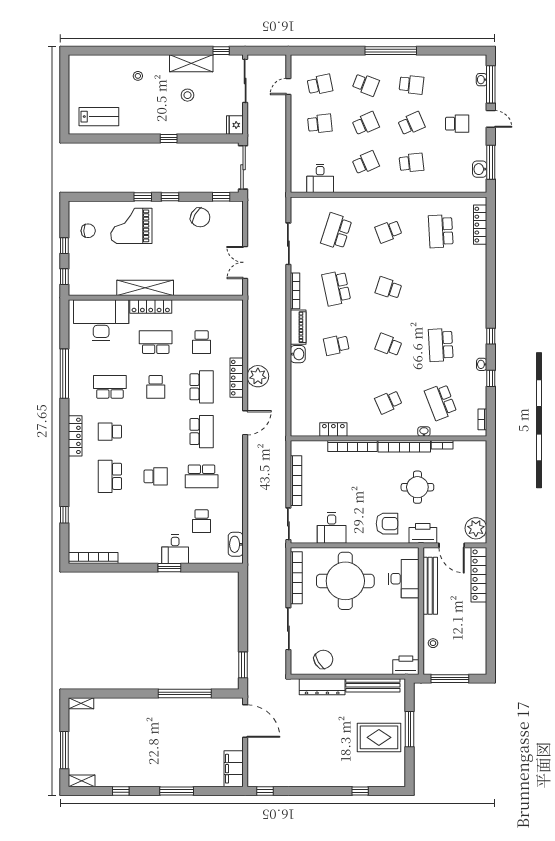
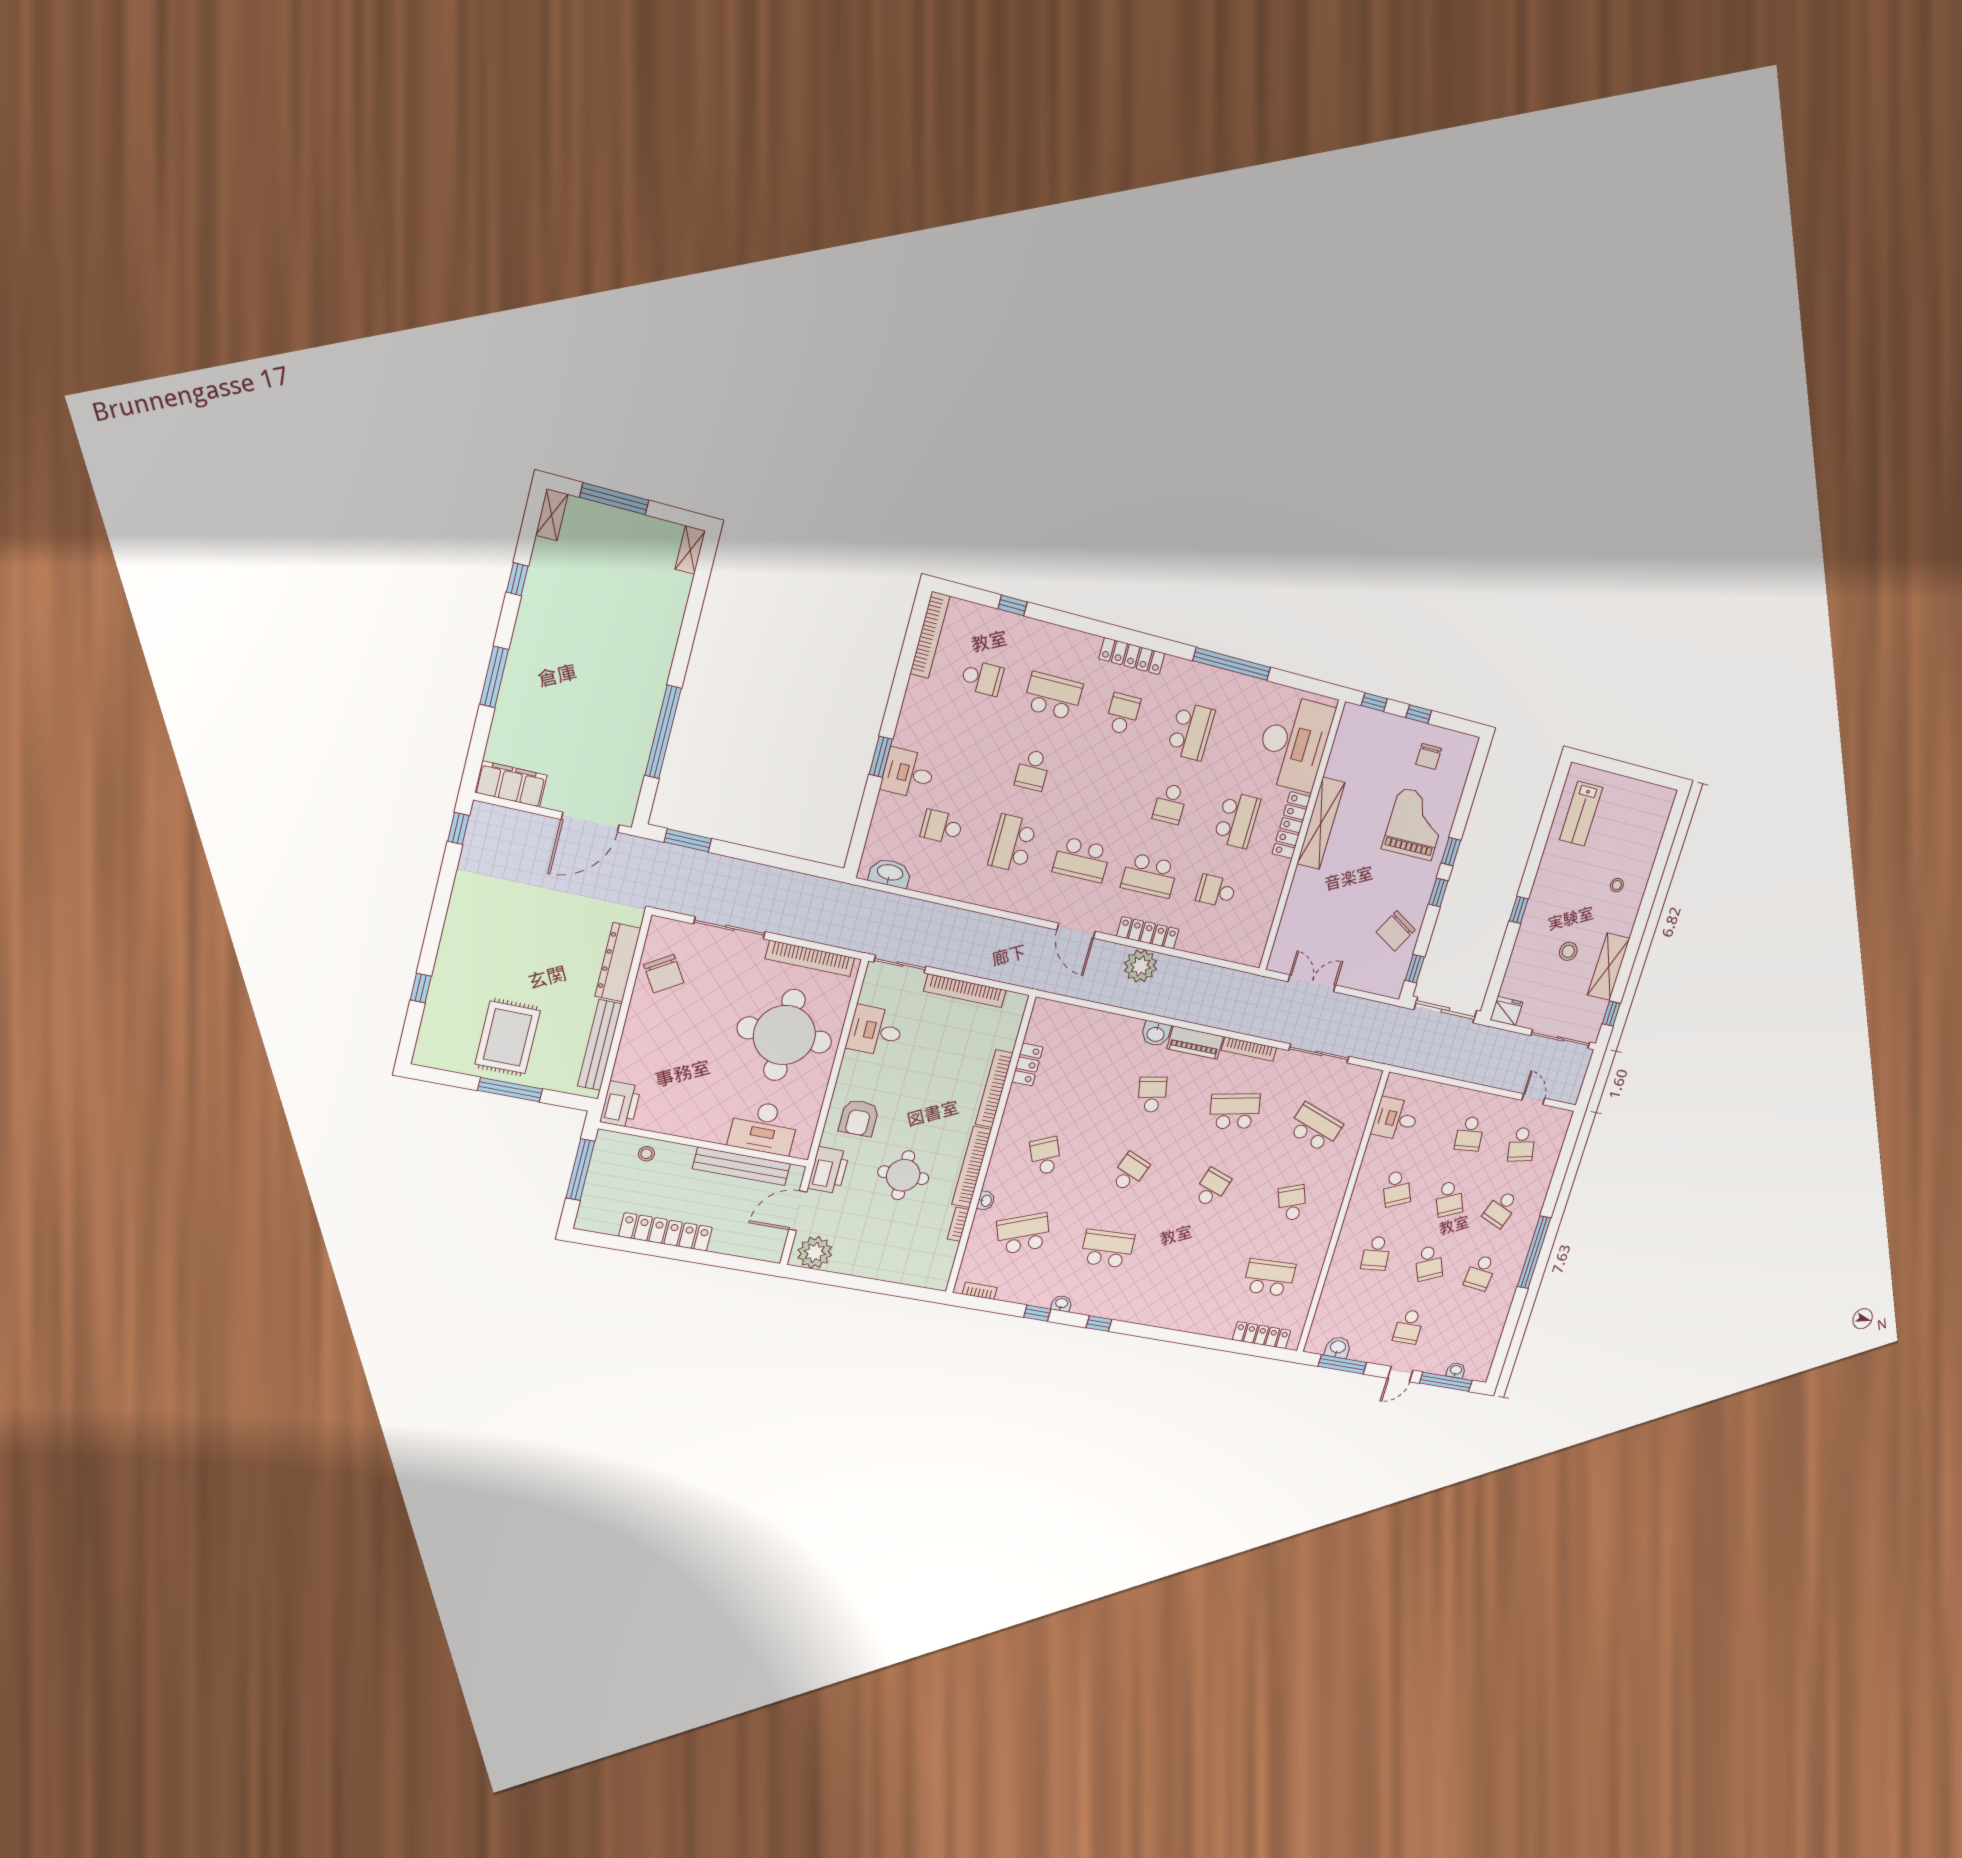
school desk: (156, 387) -> (1170, 804), turned -90
school desk: (110, 521) -> (982, 678), added
locker: (479, 575) -> (666, 1232), moved

